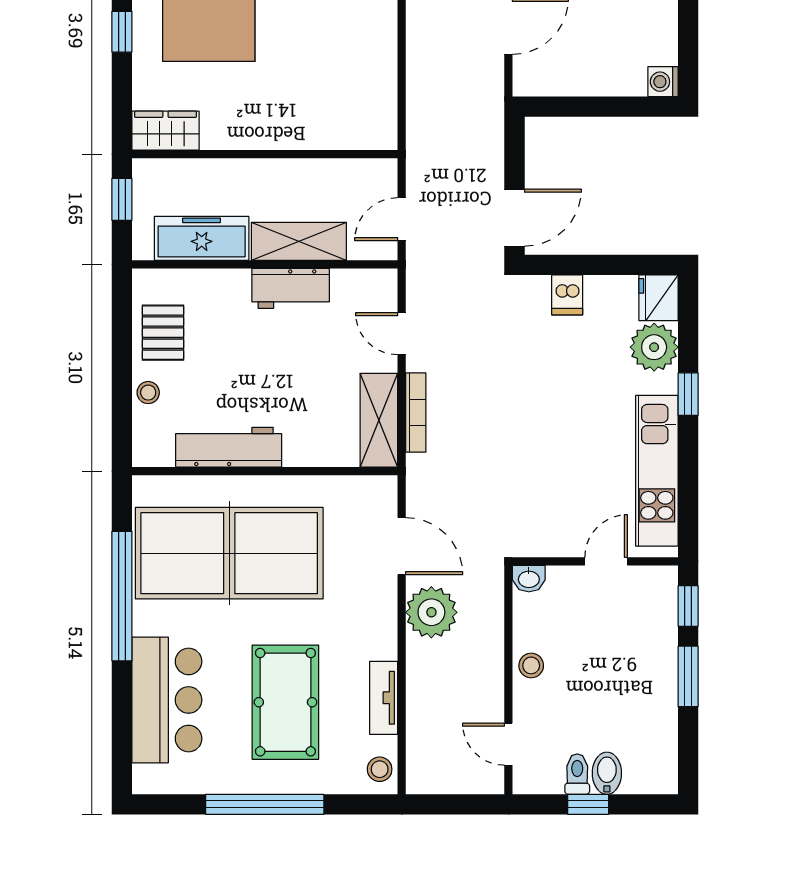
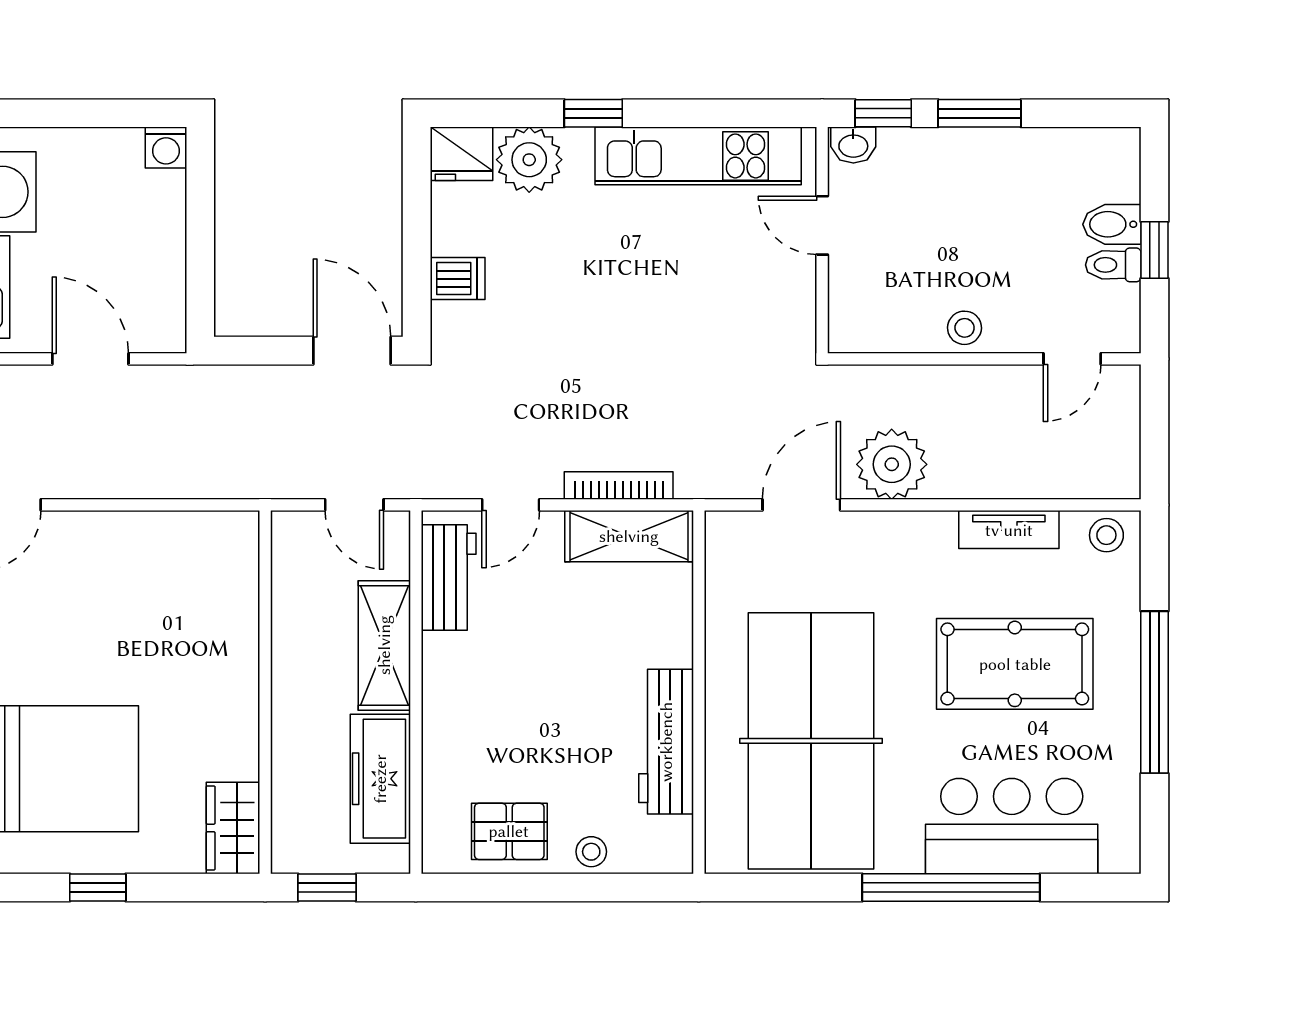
workbench: (291, 288) -> (449, 578), moved
washbasin: (529, 579) -> (853, 145), moved, turned 90
window: (122, 596) -> (951, 888), moved

